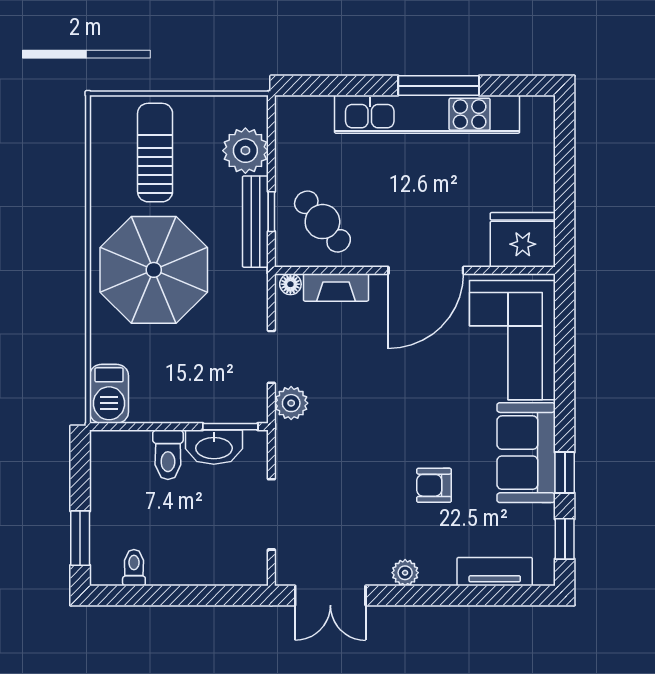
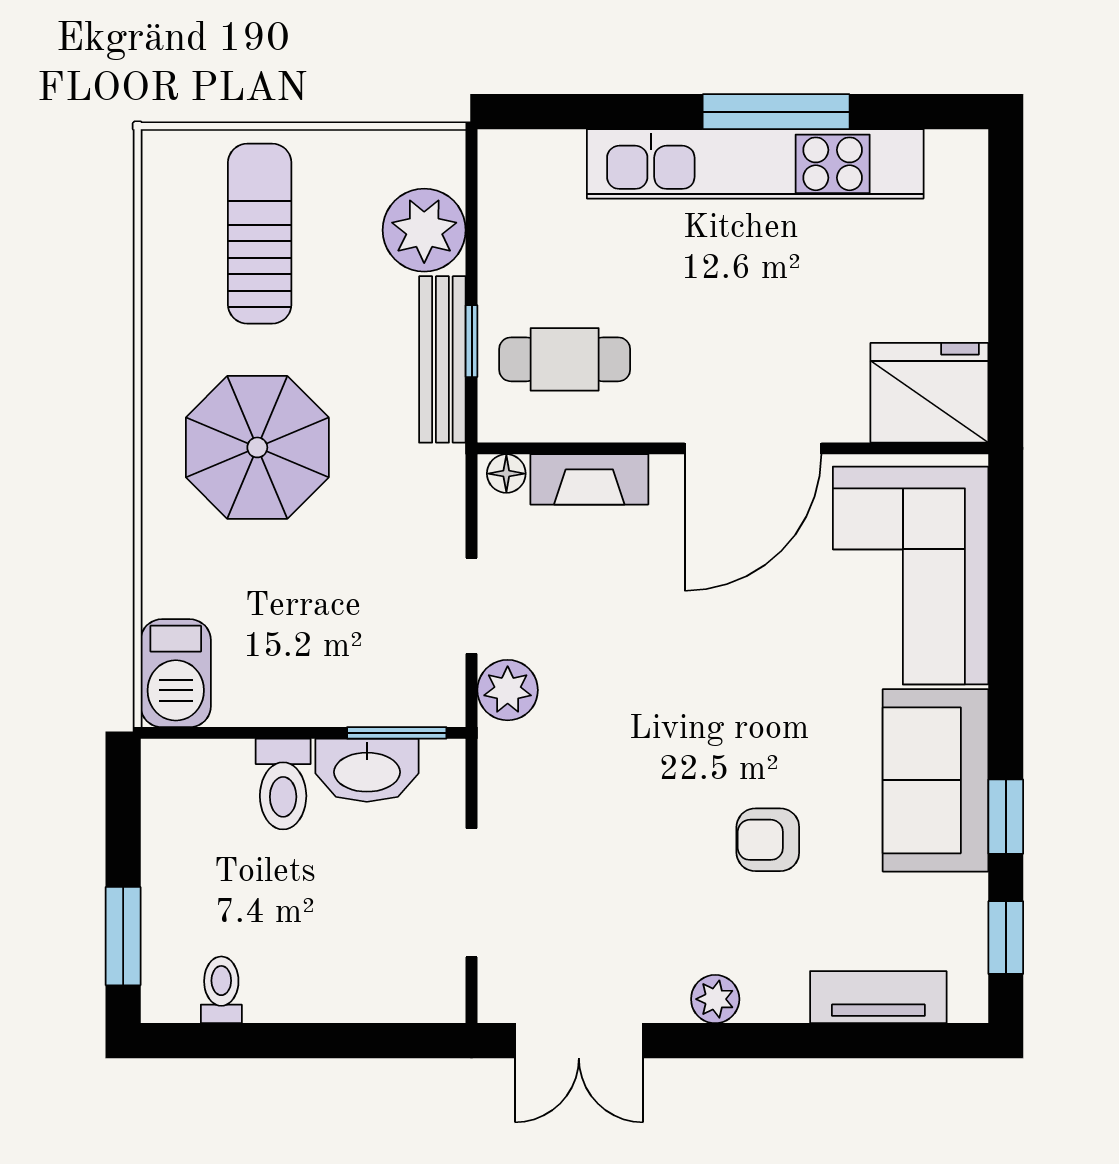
cafe table: (322, 222) -> (565, 359), turned -50
parasol: (154, 270) -> (257, 447), width x0.73, depth x0.73

